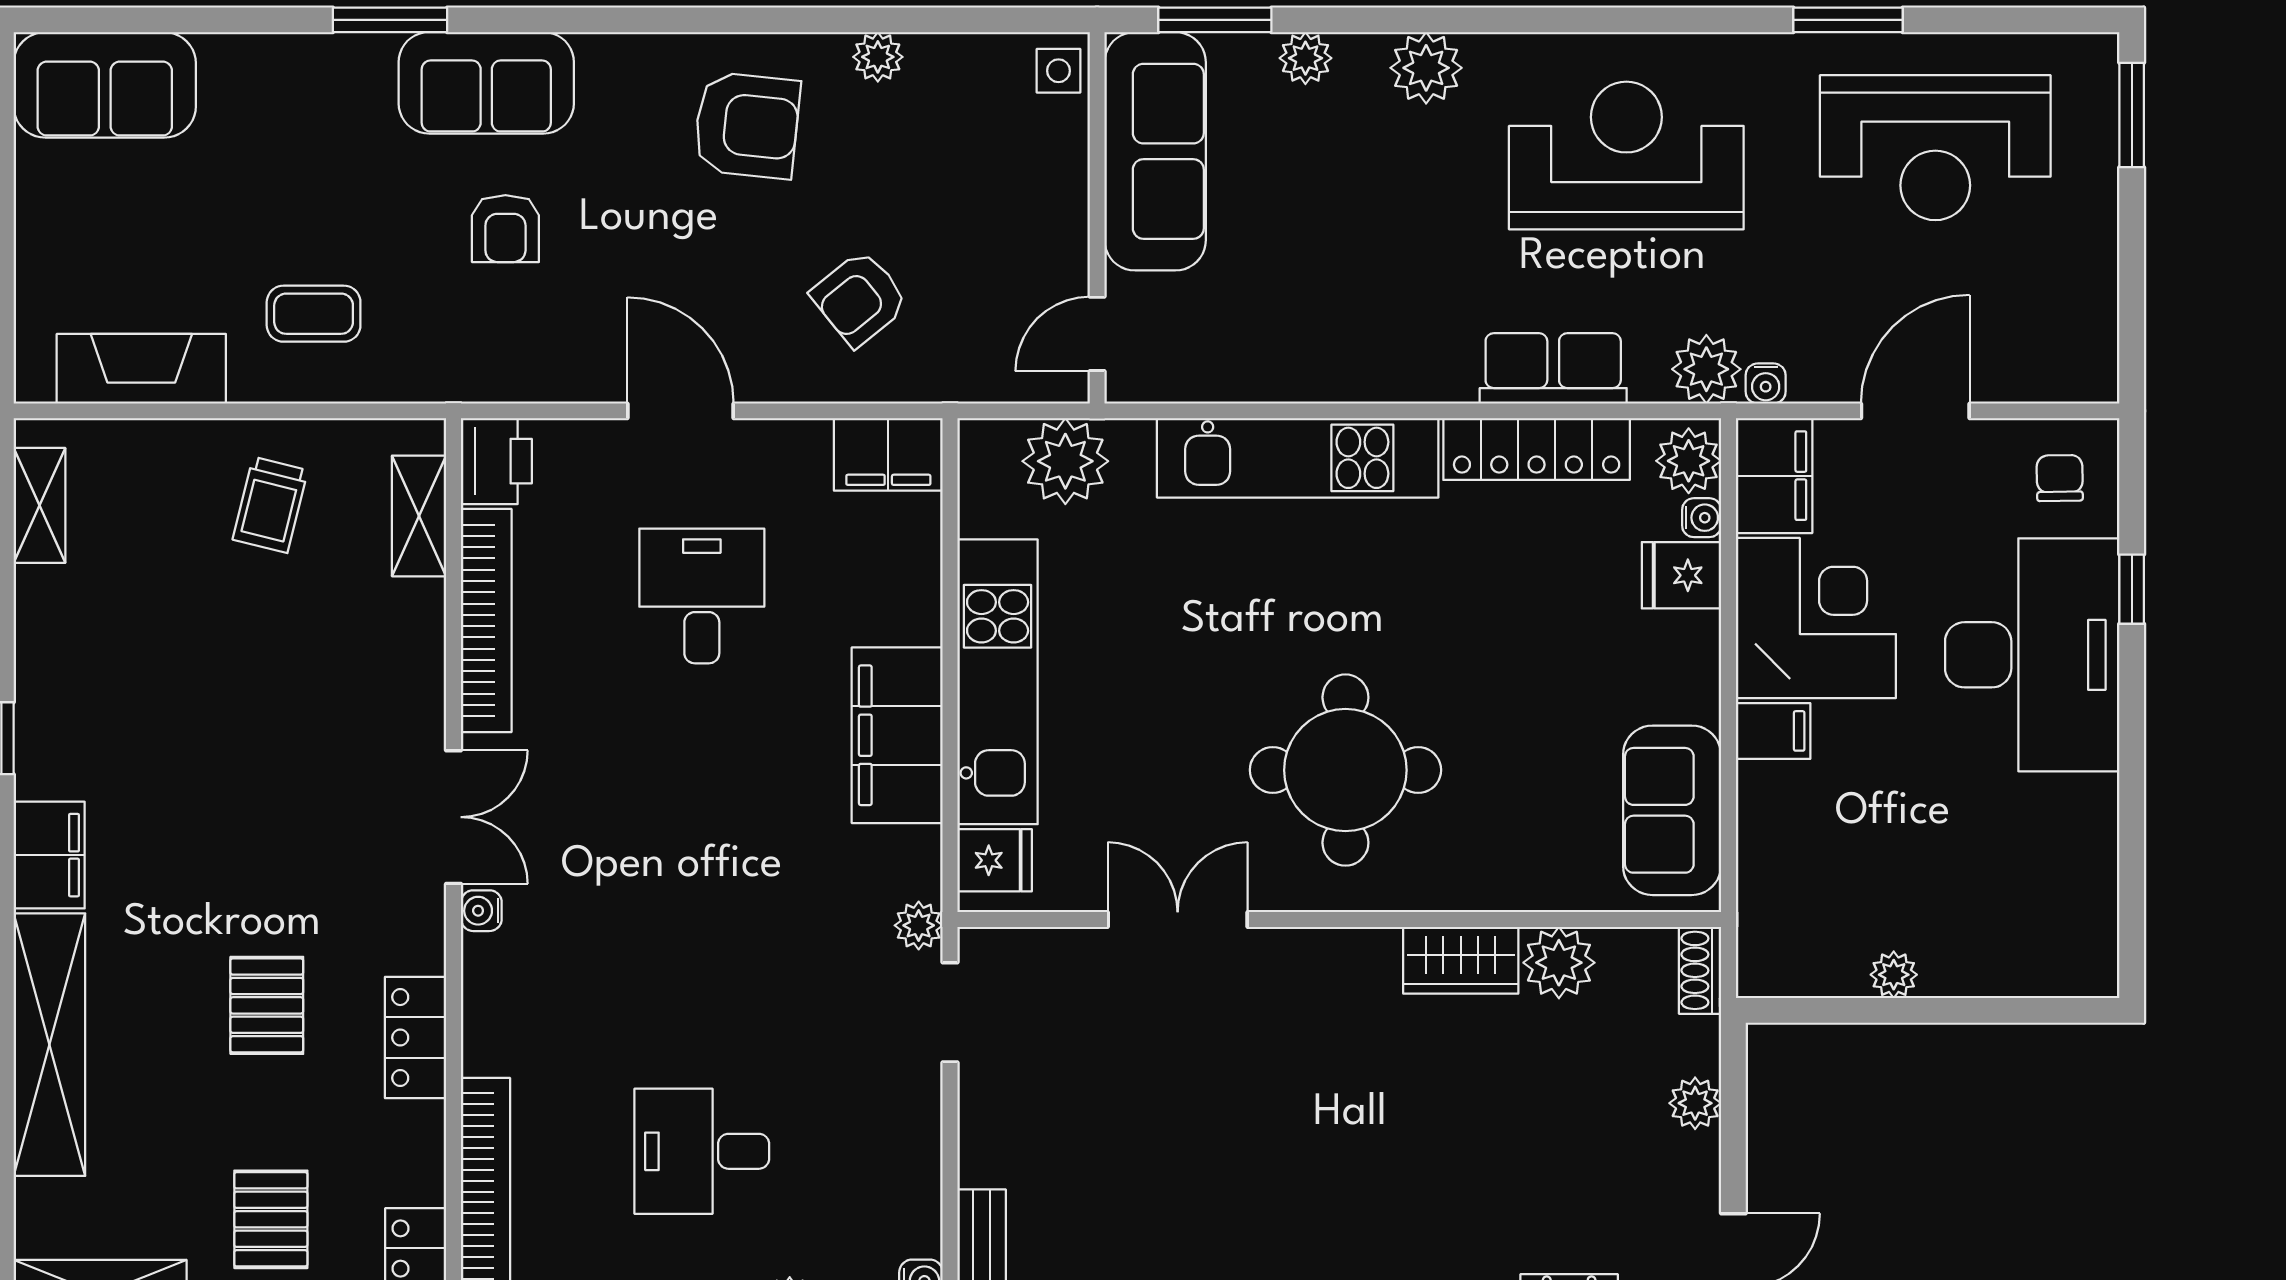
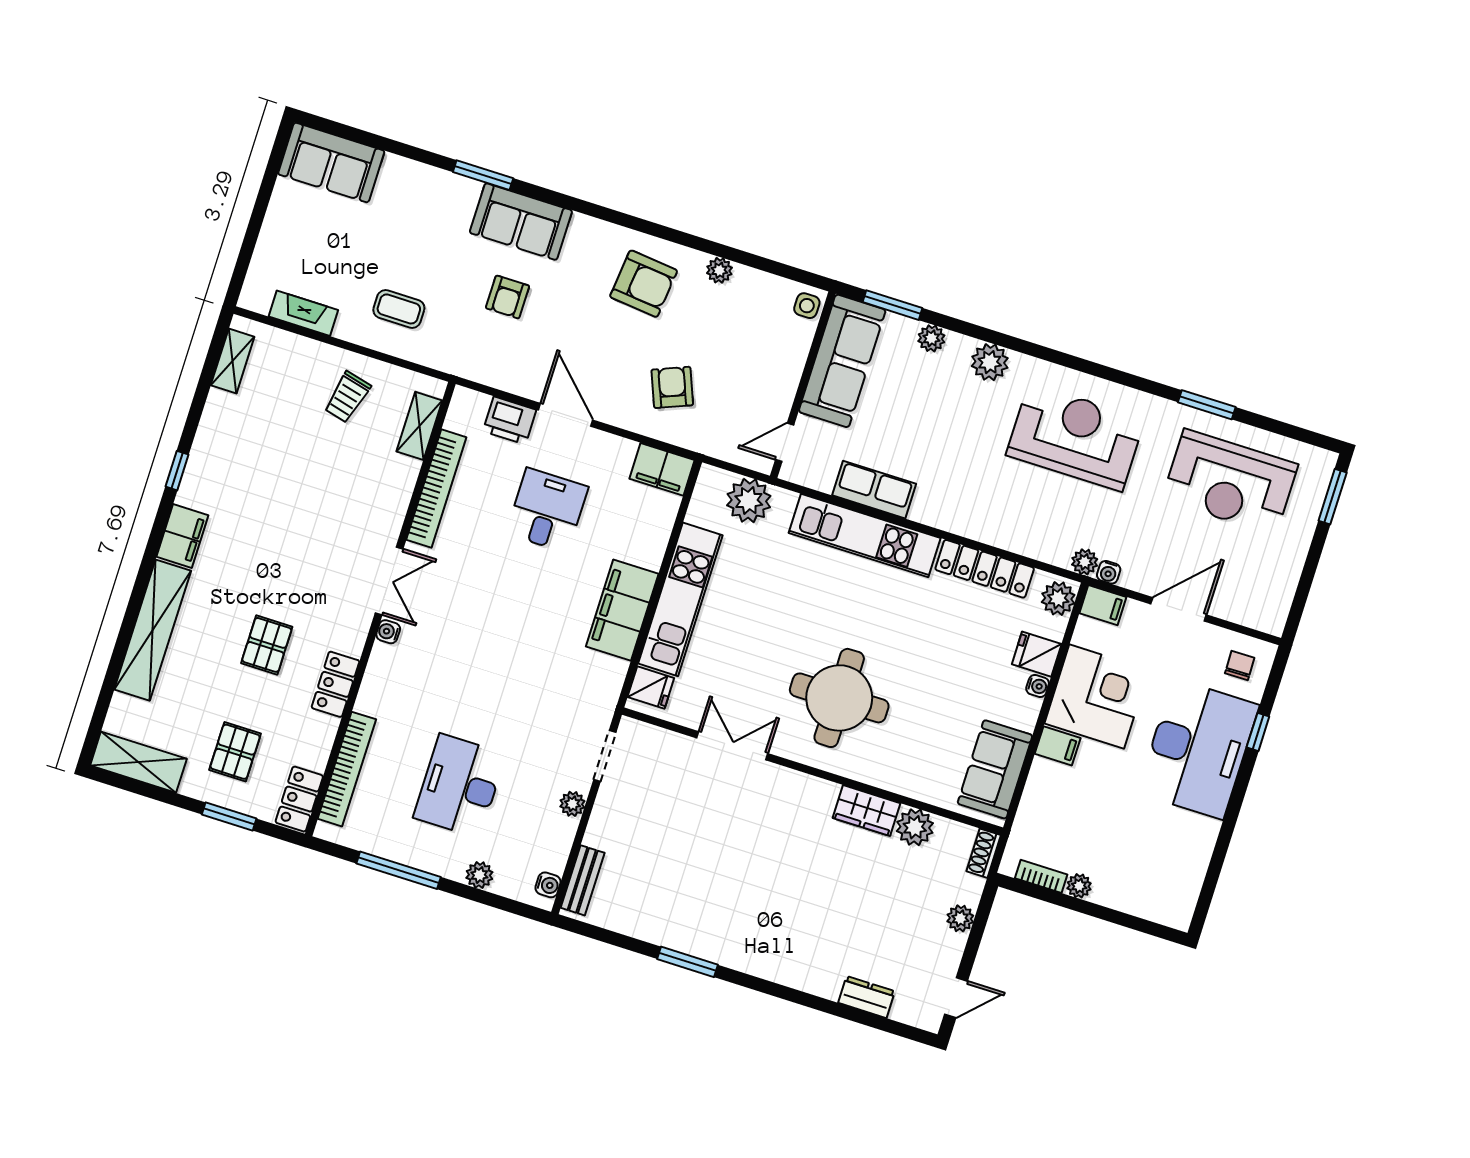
armchair: (860, 298) -> (672, 387), turned 107
row of seats: (1553, 368) -> (874, 490), moved
fireplace: (141, 369) -> (303, 313), width x0.73, depth x0.76
plant: (1706, 369) -> (1085, 562), width x0.73, depth x0.73
printer: (496, 461) -> (510, 421), moved, turned 90
filing cabinet: (1774, 476) -> (1103, 605), width x0.50
water cooler: (1702, 518) -> (1038, 686), moved
plant: (919, 925) -> (572, 804), moved
bookcase: (1819, 979) -> (1041, 876), added
desk: (702, 1151) -> (460, 786), width x1.37

